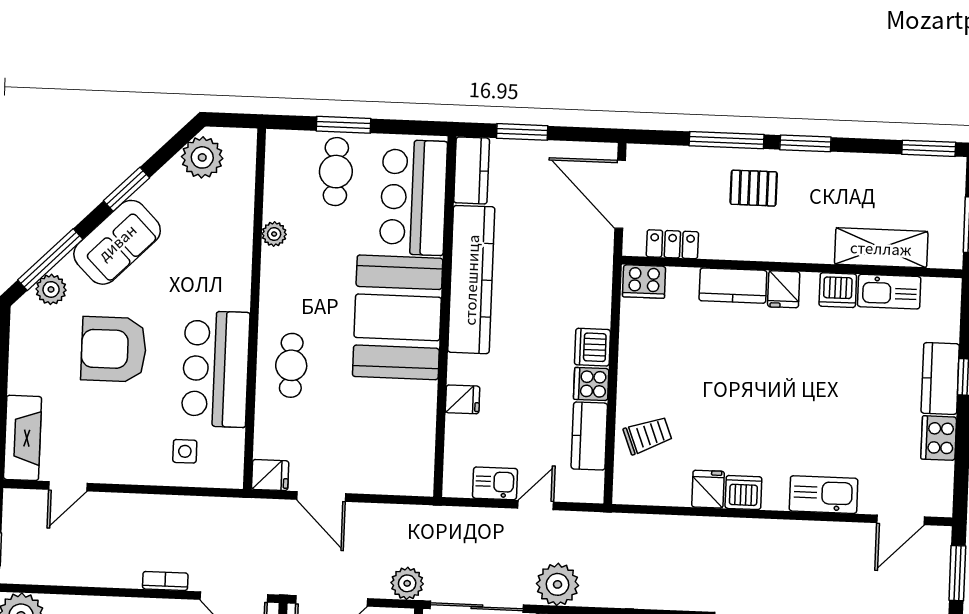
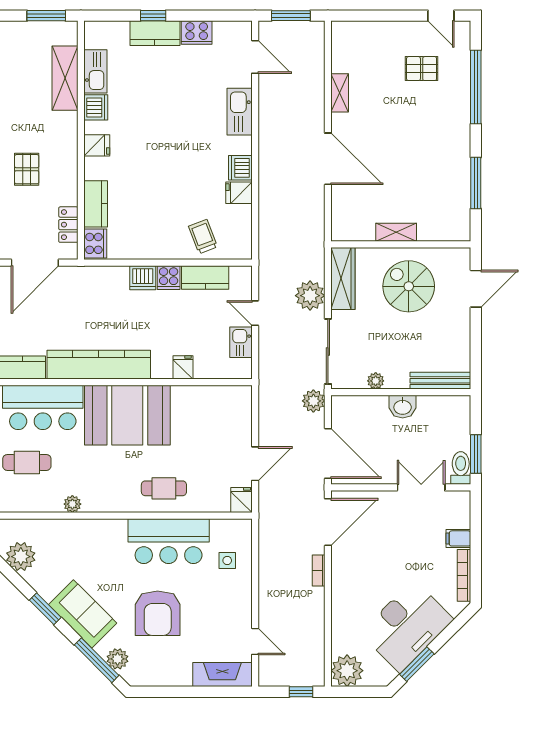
kitchen counter: (733, 286) -> (96, 204), moved

